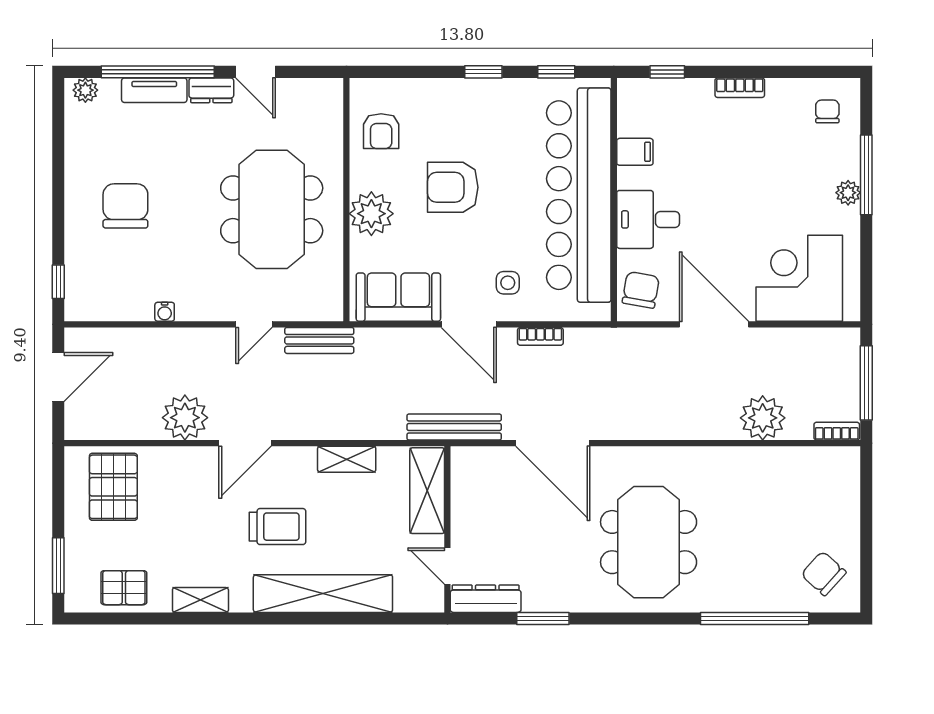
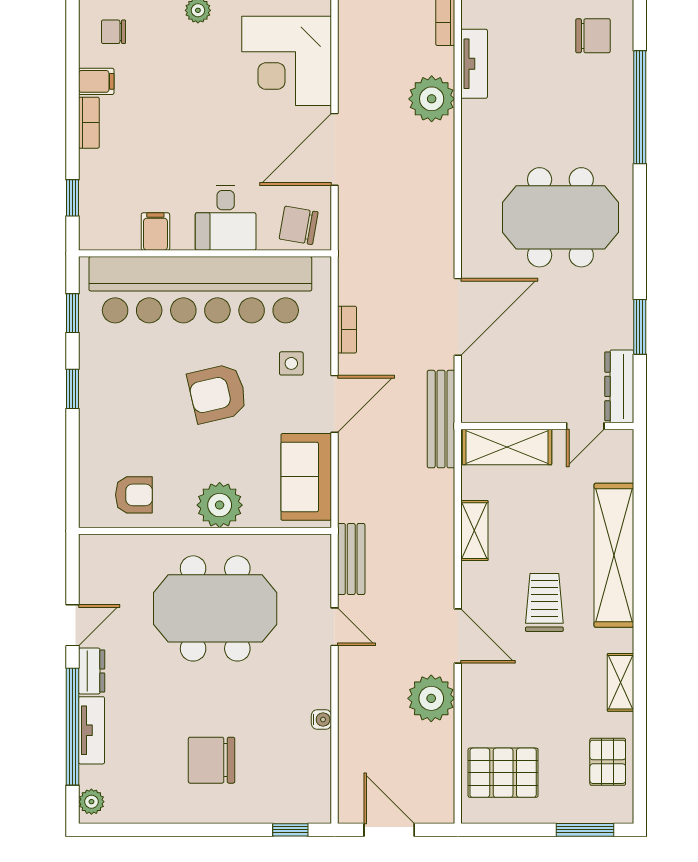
filing cabinet: (780, 95) -> (96, 81), added
armchair: (453, 187) -> (217, 393), moved, turned 77
tv unit: (797, 459) -> (474, 64), added
chair: (824, 573) -> (593, 36), turned -132

